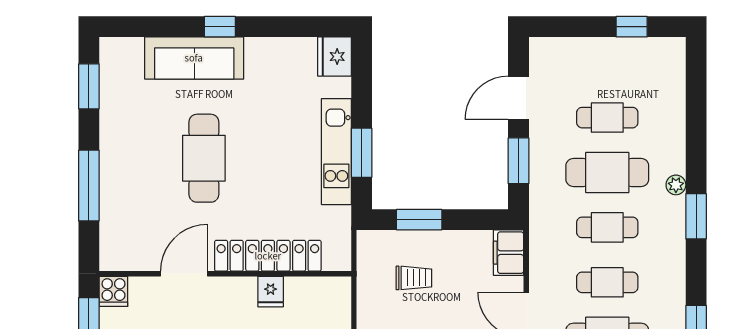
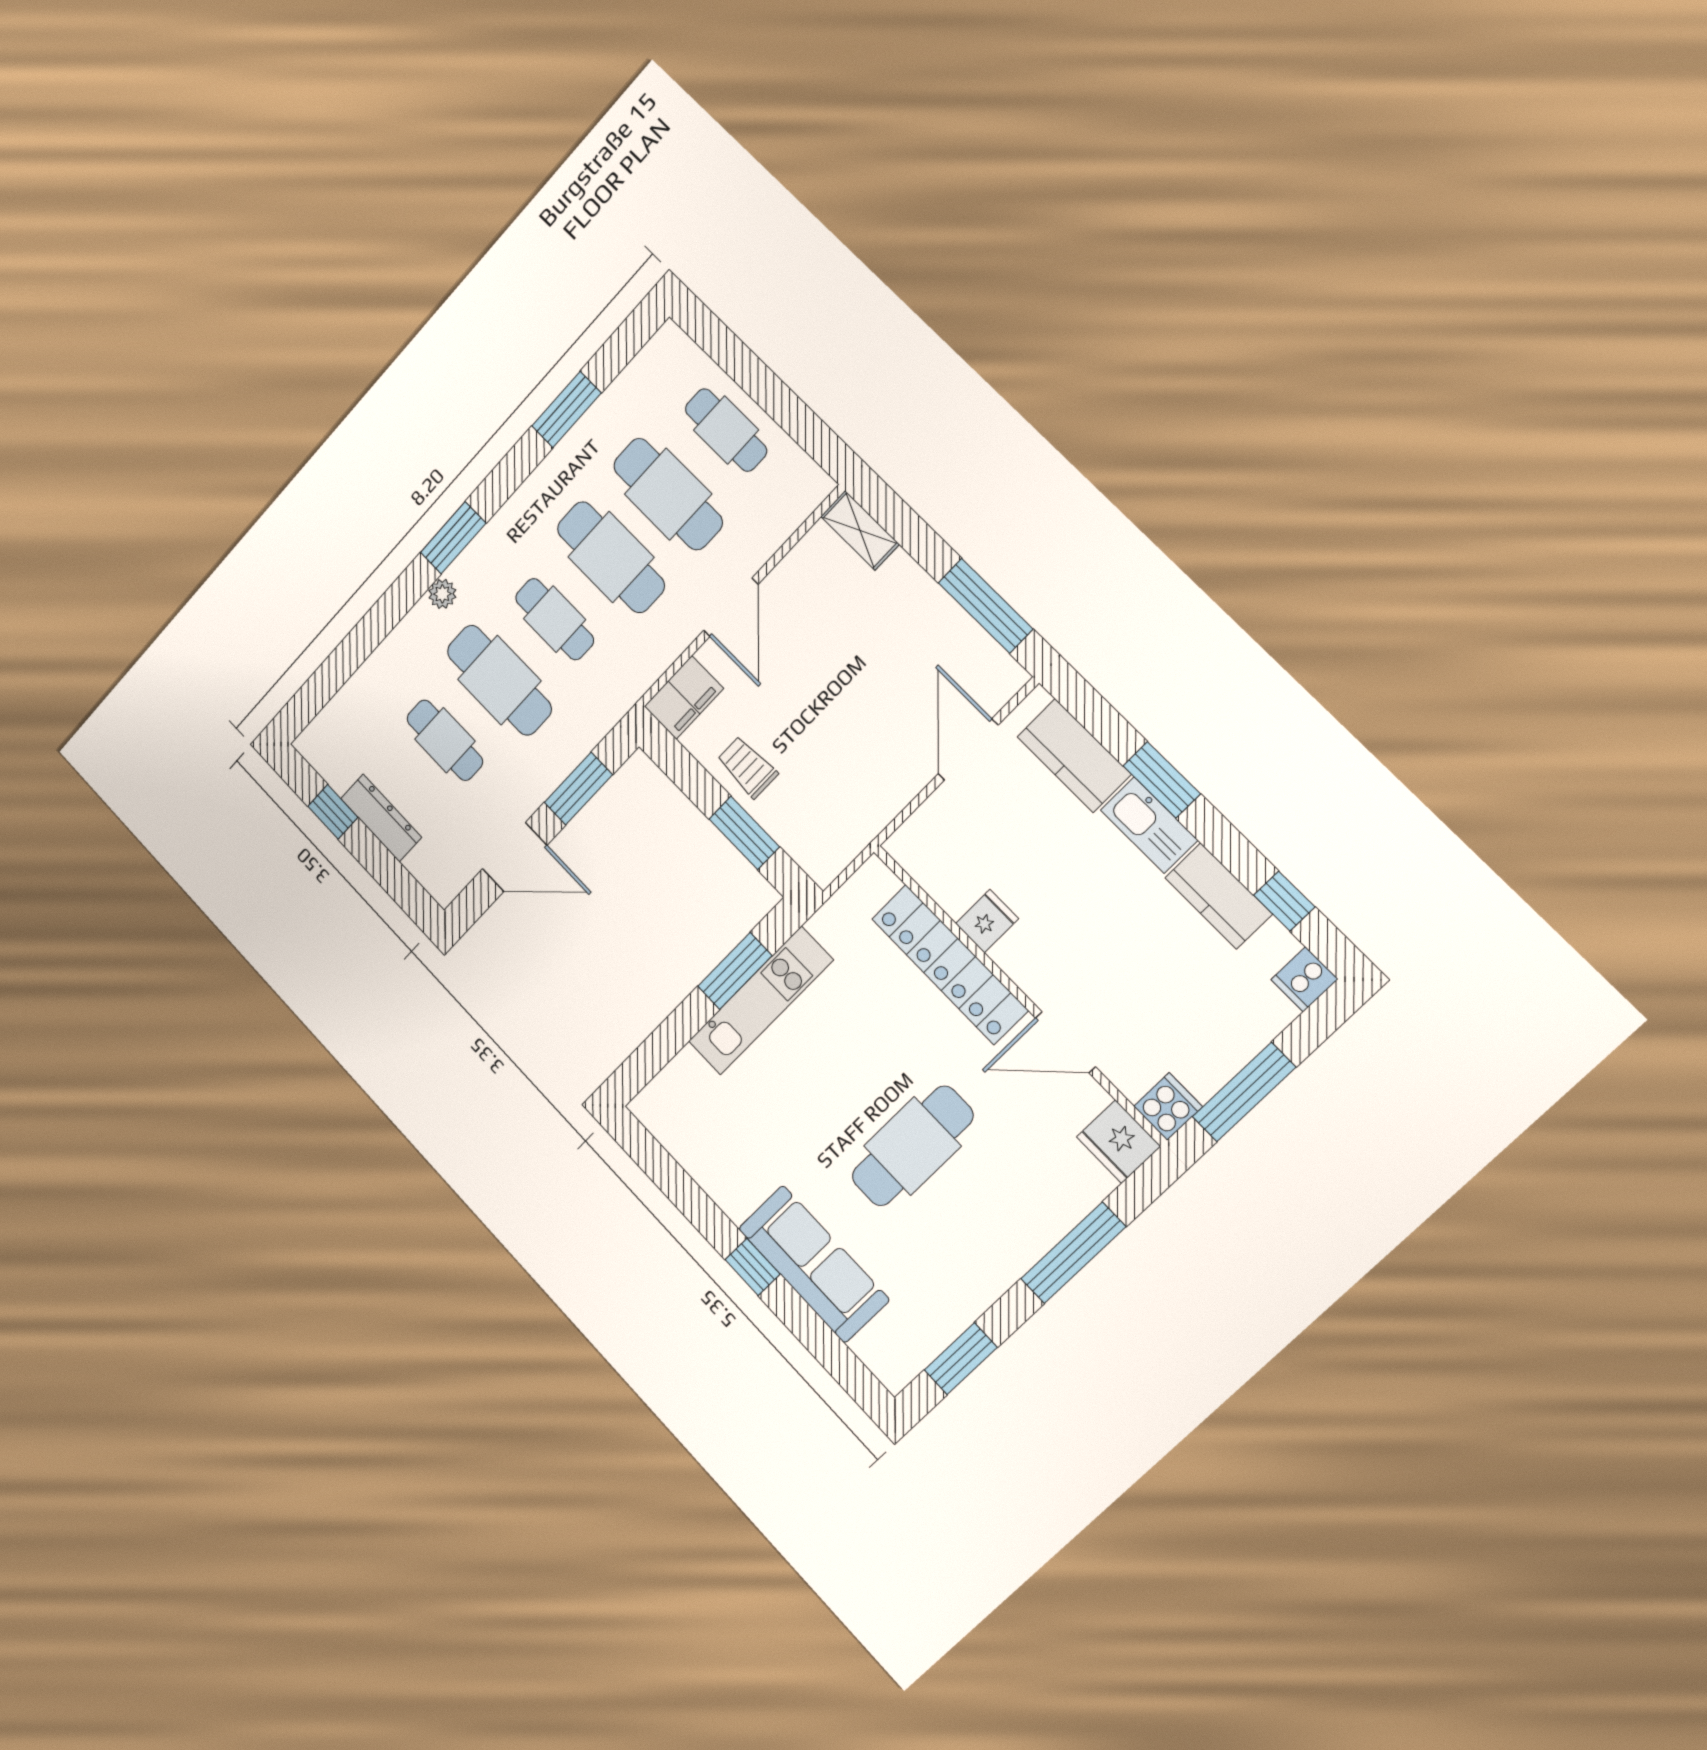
dresser: (604, 49) -> (381, 818), added
fridge: (334, 57) -> (1119, 1142), moved, turned 90
trolley: (414, 278) -> (747, 767), moved
cafe table: (607, 282) -> (611, 557), width x1.37, depth x1.35

